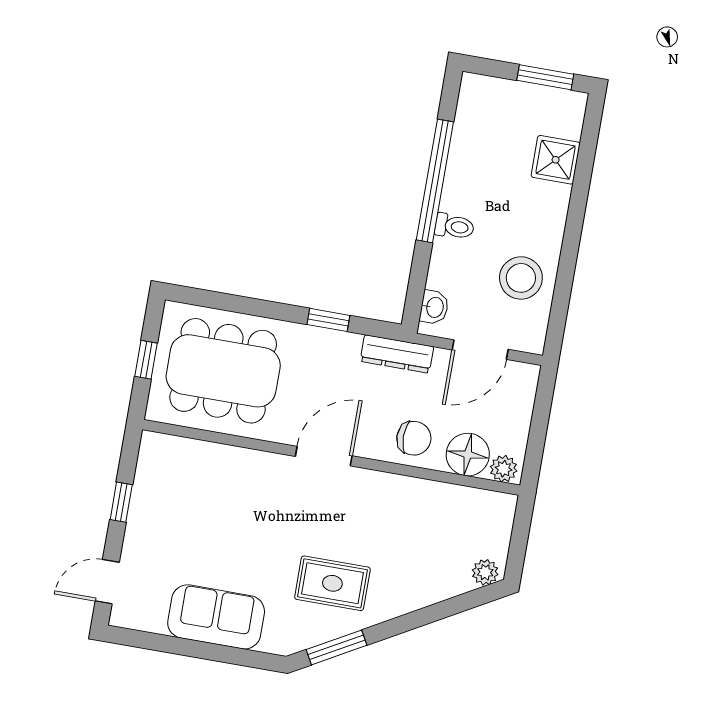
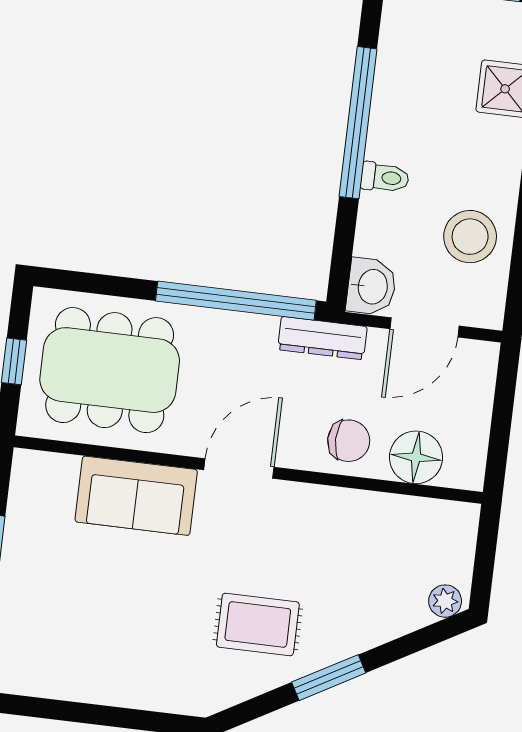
washbasin: (434, 307) -> (371, 287), width x1.38, depth x1.45
window: (328, 320) -> (236, 301), width x3.17
plant: (504, 469) -> (461, 472), removed
sofa: (216, 617) -> (136, 496), moved, turned 180
window: (336, 647) -> (329, 678), moved

